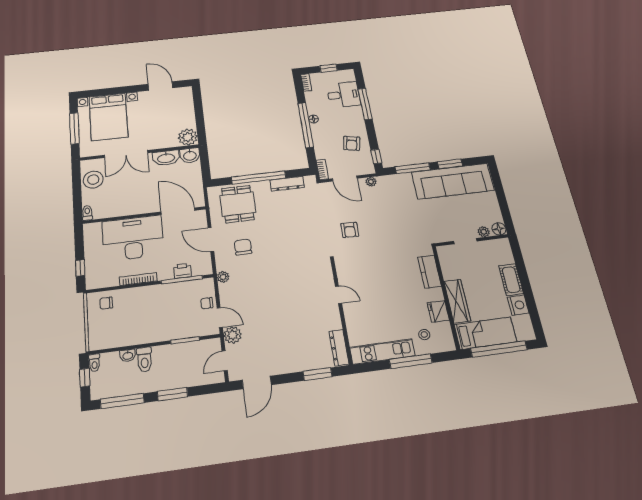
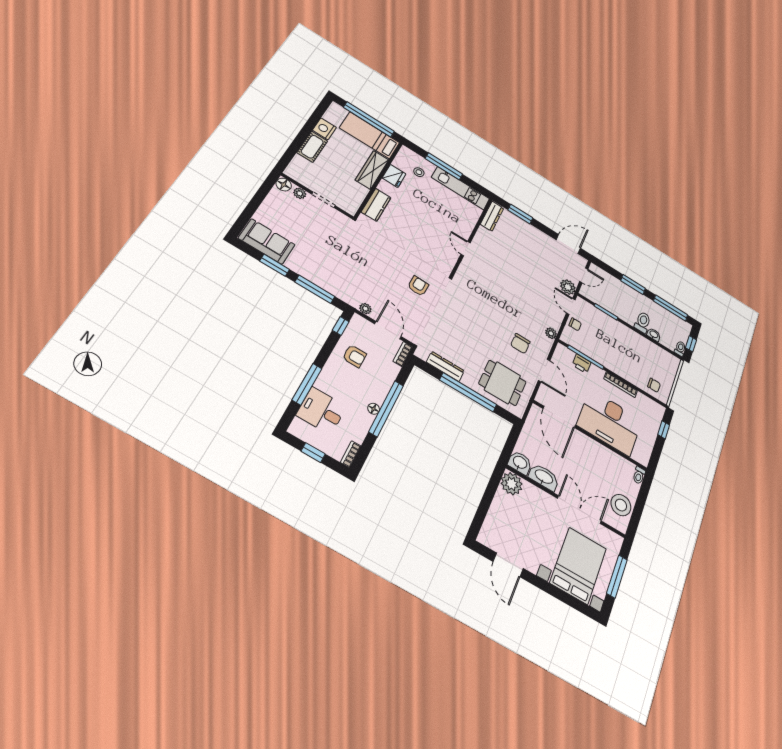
armchair: (352, 143) -> (354, 356), turned 78
sofa: (453, 181) -> (267, 241), width x0.54, depth x0.79
dining table: (238, 204) -> (502, 383), turned 90

